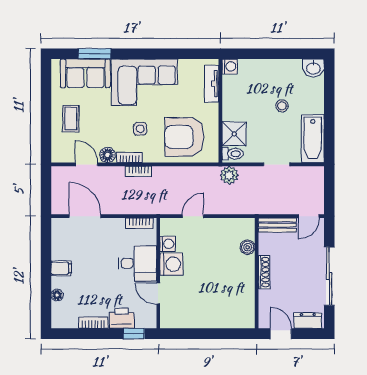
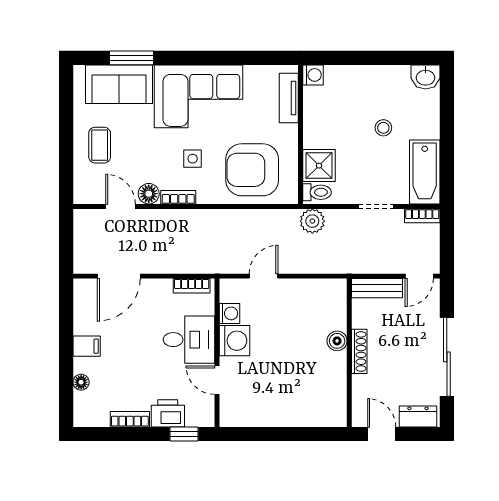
bookcase: (138, 171) -> (422, 216), moved
door: (85, 216) -> (119, 276), swing flipped
boiler: (248, 247) -> (337, 341), moved

